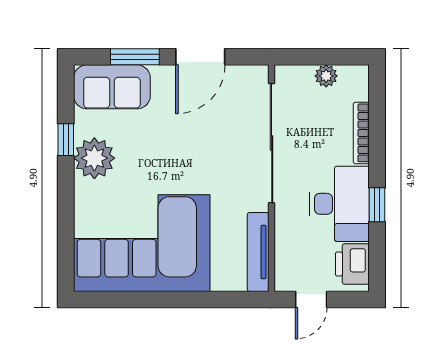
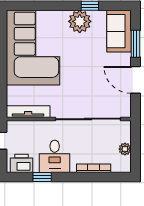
desk: (339, 204) -> (55, 156), width x0.73
window: (377, 205) -> (42, 177), moved

